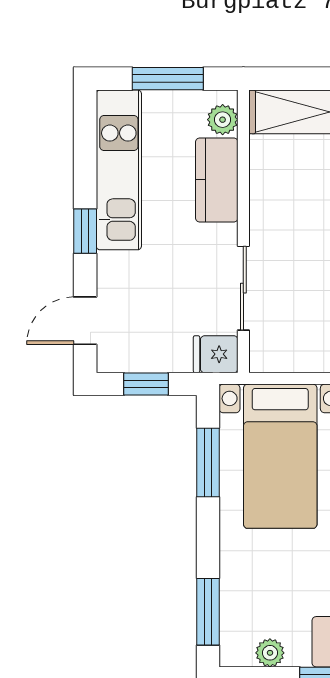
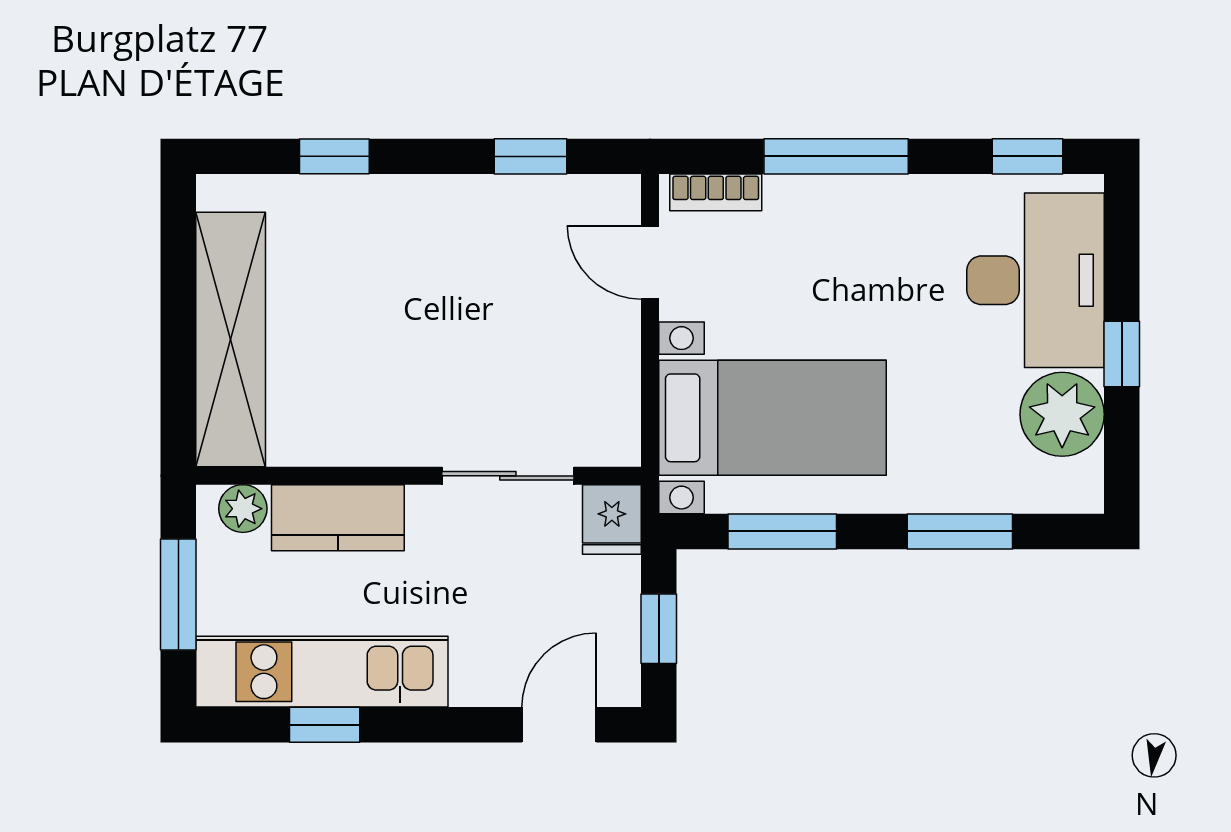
window: (85, 231) -> (325, 725), moved
door: (85, 321) -> (559, 725), swing flipped
window: (208, 612) -> (960, 531), moved
plant: (270, 653) -> (1062, 414), width x1.88, depth x1.88

